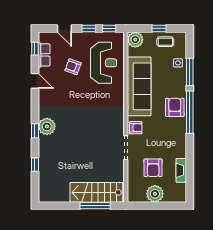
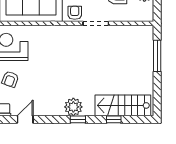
stairs: (96, 192) -> (123, 105), moved, turned 90

